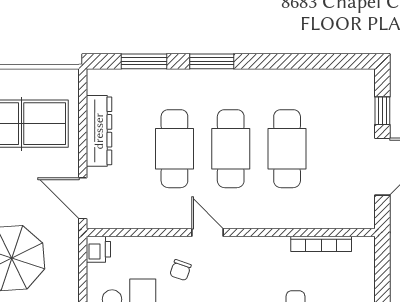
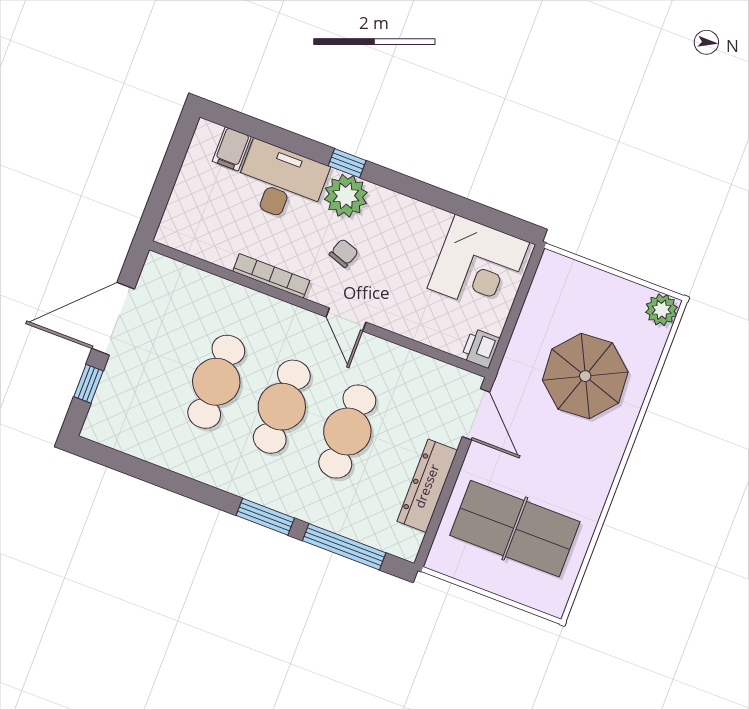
window: (144, 61) -> (344, 547), width x1.44
bookcase: (321, 244) -> (271, 276), moved
chair: (180, 270) -> (344, 253), moved

